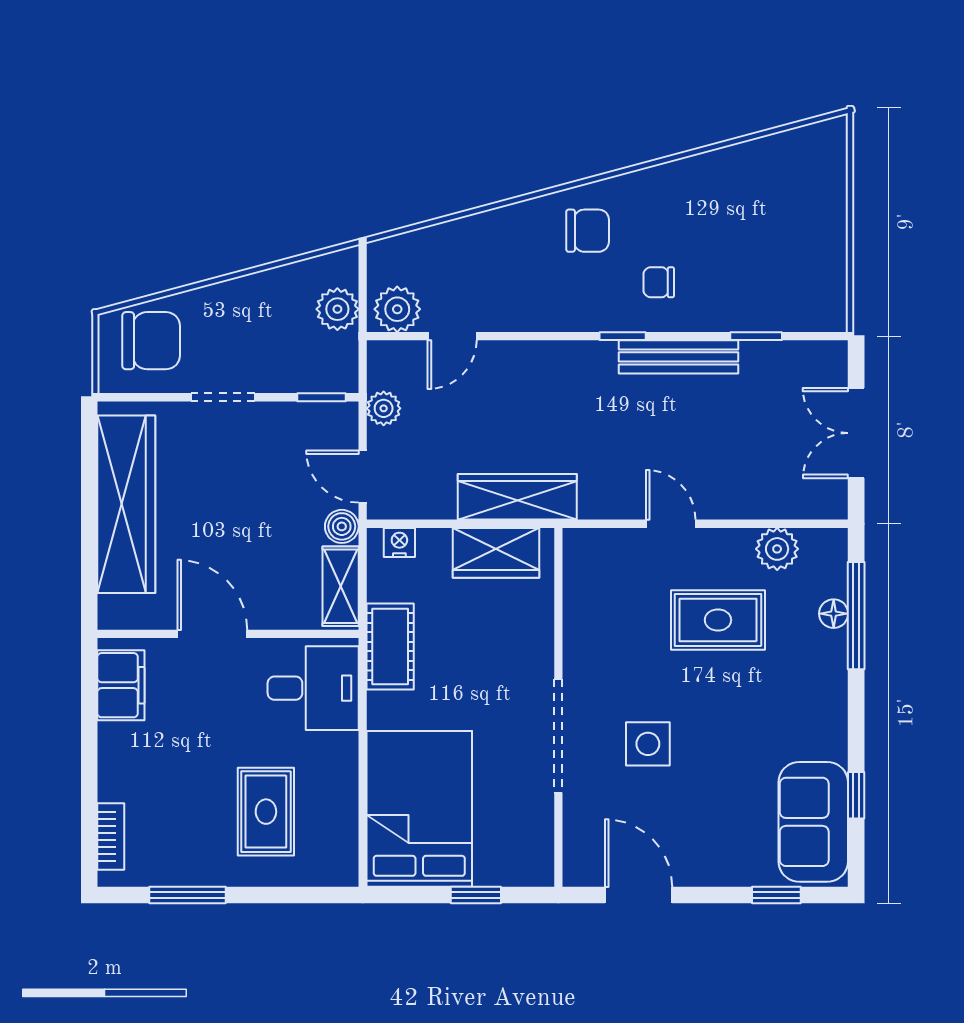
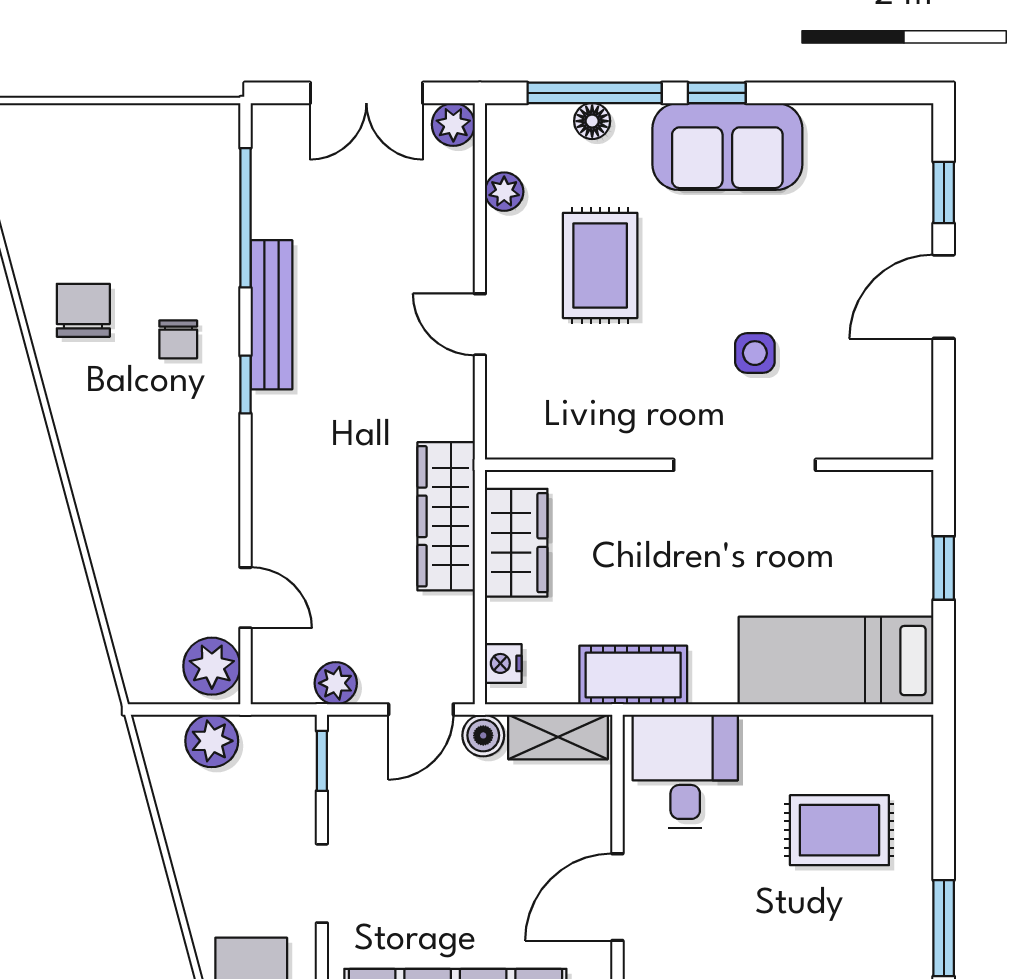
chair: (588, 231) -> (83, 310), moved
window: (756, 336) -> (245, 218), width x2.17
plant: (831, 502) -> (453, 124), added
door: (671, 524) -> (480, 324), hinge flipped
plant: (777, 549) -> (504, 192), width x0.73, depth x0.73
side table: (648, 744) -> (755, 353), width x0.73, depth x0.73
window: (856, 795) -> (717, 93), moved
bed: (419, 809) -> (836, 661), width x0.67
sofa: (813, 822) -> (727, 146), moved
door: (639, 895) -> (944, 297), moved

